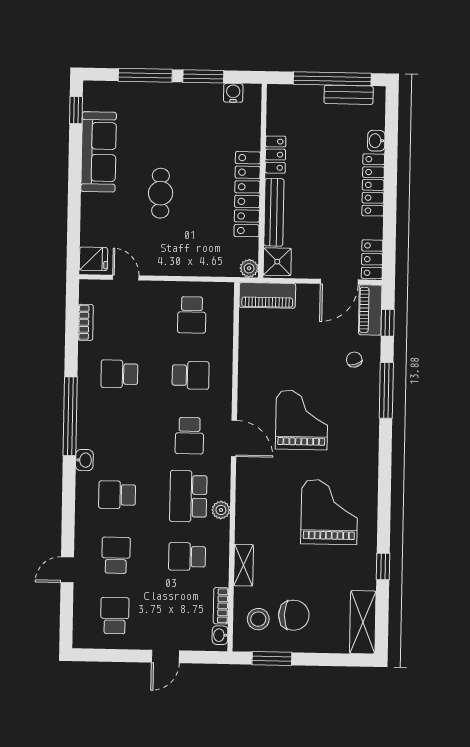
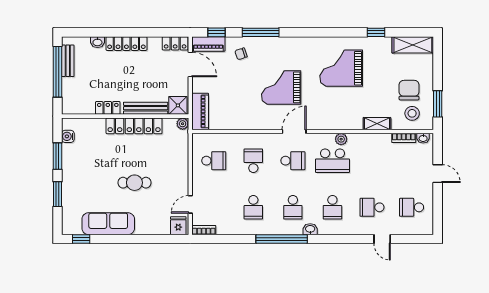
window: (145, 75) -> (57, 194), width x0.69
bookcase: (86, 322) -> (204, 230), moved
school desk: (187, 557) -> (293, 207), moved

